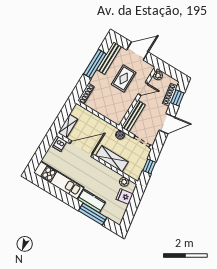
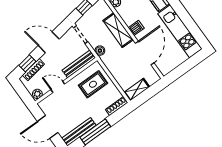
rug: (124, 78) -> (93, 84), moved
shelving: (68, 126) -> (137, 89), moved
dishwasher: (60, 144) -> (136, 28), moved
door: (81, 149) -> (145, 53), swing flipped

